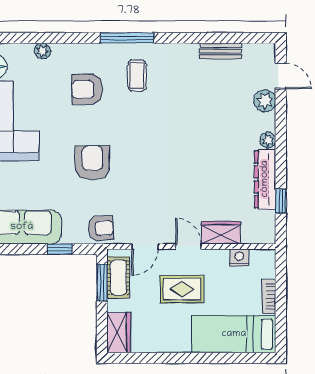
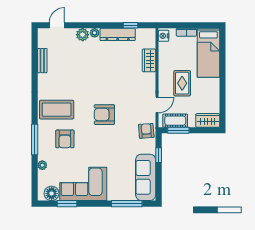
window: (127, 38) -> (35, 139), moved
coffee table: (137, 75) -> (57, 110), width x1.86, depth x1.72
plant: (265, 101) -> (83, 35), moved
armchair: (92, 163) -> (104, 115), moved
door: (145, 246) -> (157, 105), hinge flipped
door: (188, 246) -> (157, 79), removed
nightstand: (239, 258) -> (164, 36), moved

